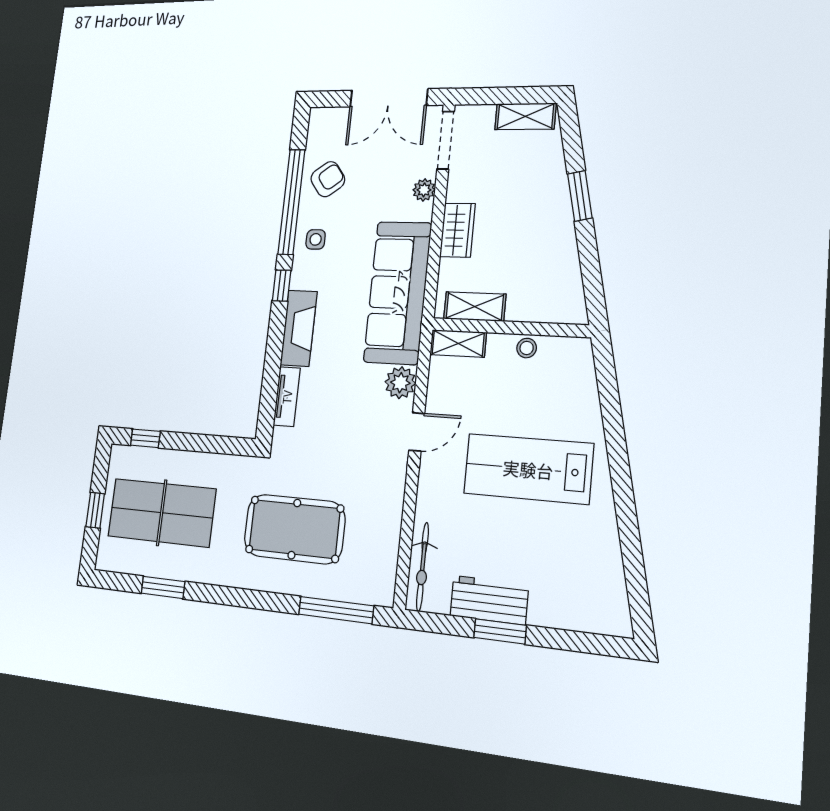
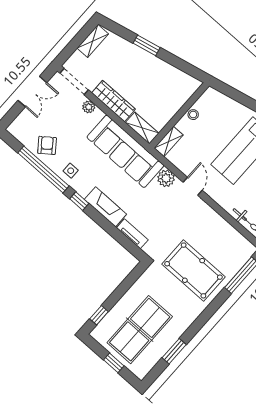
double door: (389, 98) -> (32, 92), width x0.73
wardrobe: (457, 230) -> (114, 101), width x1.50
shelving: (475, 307) -> (142, 128), moved, turned 90
pool table: (294, 529) -> (193, 270), turned 90

